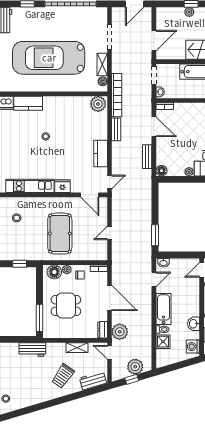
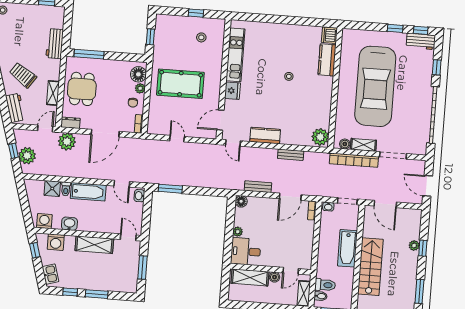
car: (49, 58) -> (375, 86), turned 180
bookcase: (117, 95) -> (354, 160), moved
dining table: (66, 305) -> (82, 89), moved

